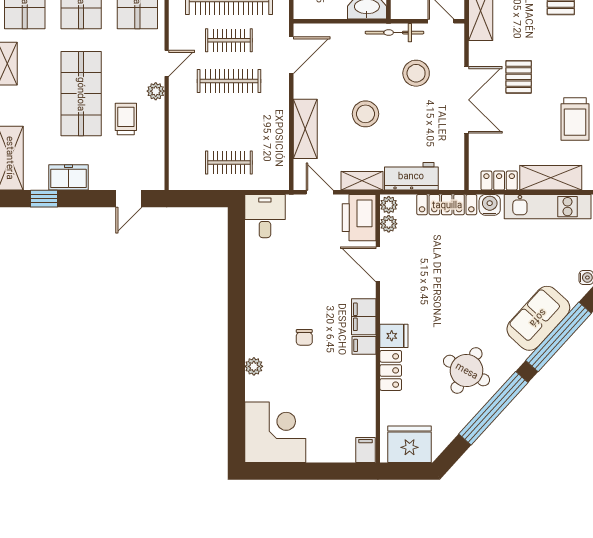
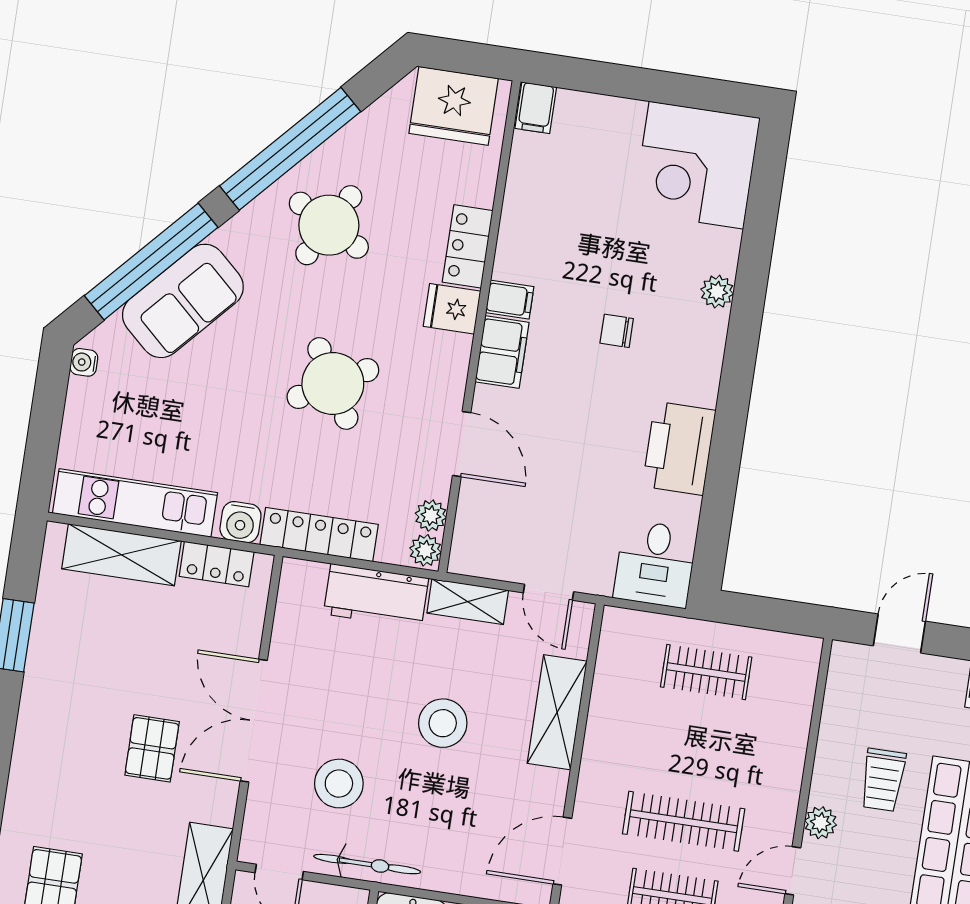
trolley: (575, 119) -> (61, 656), removed
printer: (359, 218) -> (679, 448), moved, turned 180
round table: (452, 286) -> (333, 383), added
chair: (304, 337) -> (617, 331), turned -90

